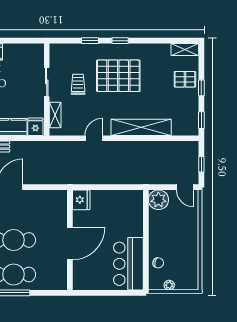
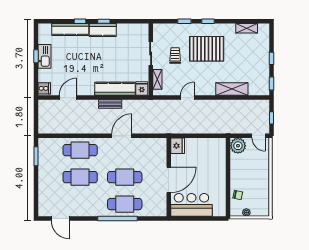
shelving: (185, 49) -> (247, 28), moved
pallet: (185, 79) -> (259, 51), removed
shelving: (141, 127) -> (232, 89), width x0.68
bar counter: (128, 264) -> (191, 205), moved, turned 90

